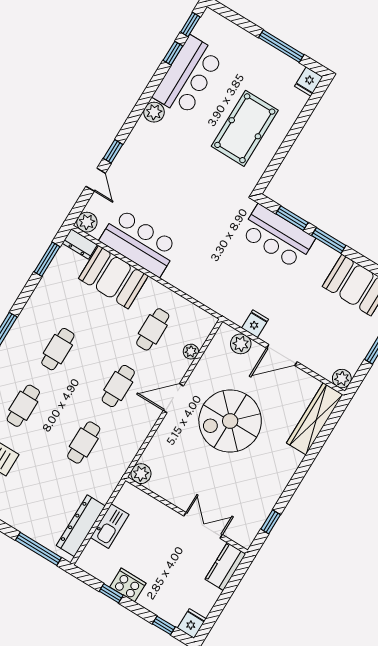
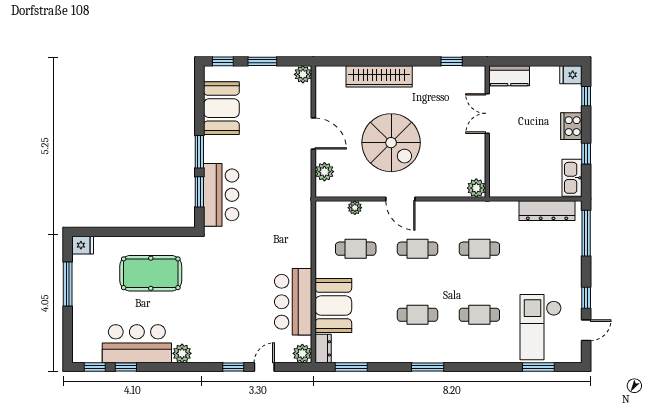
fridge: (255, 324) -> (301, 170), removed
wardrobe: (315, 419) -> (379, 76), moved
kitchen sink: (110, 526) -> (572, 178), moved, turned -90
cooker: (128, 585) -> (571, 126), moved

